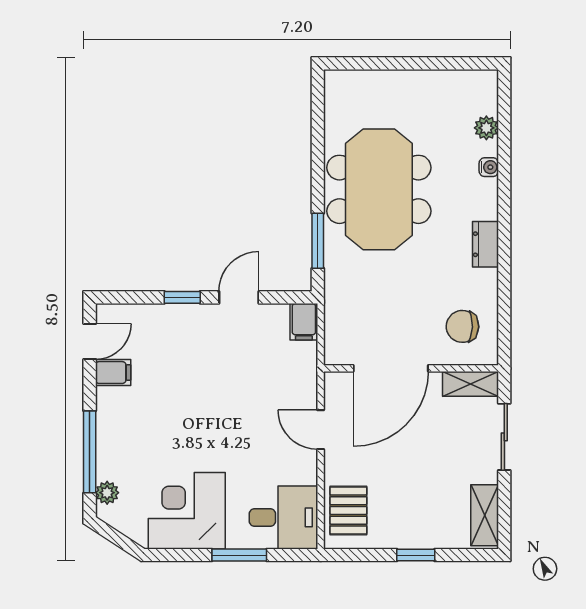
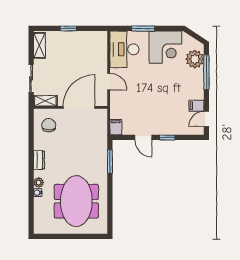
plant: (486, 128) -> (39, 182), moved
meeting table: (379, 189) -> (76, 201), moved
door: (239, 297) -> (143, 137), hinge flipped
chair: (462, 326) -> (49, 125), turned -92
plant: (107, 493) -> (195, 59), width x1.87, depth x1.87
pallet: (348, 510) -> (97, 47), removed
desk: (284, 517) -> (124, 49), width x1.37

